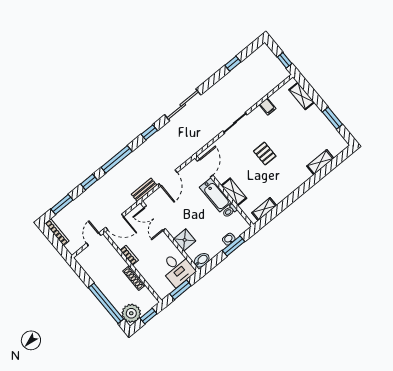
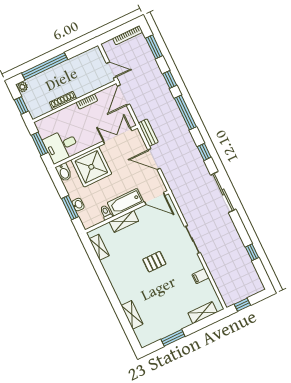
shower: (185, 240) -> (91, 167), width x1.86, depth x1.86
plant: (131, 313) -> (22, 87), width x0.53, depth x0.53

